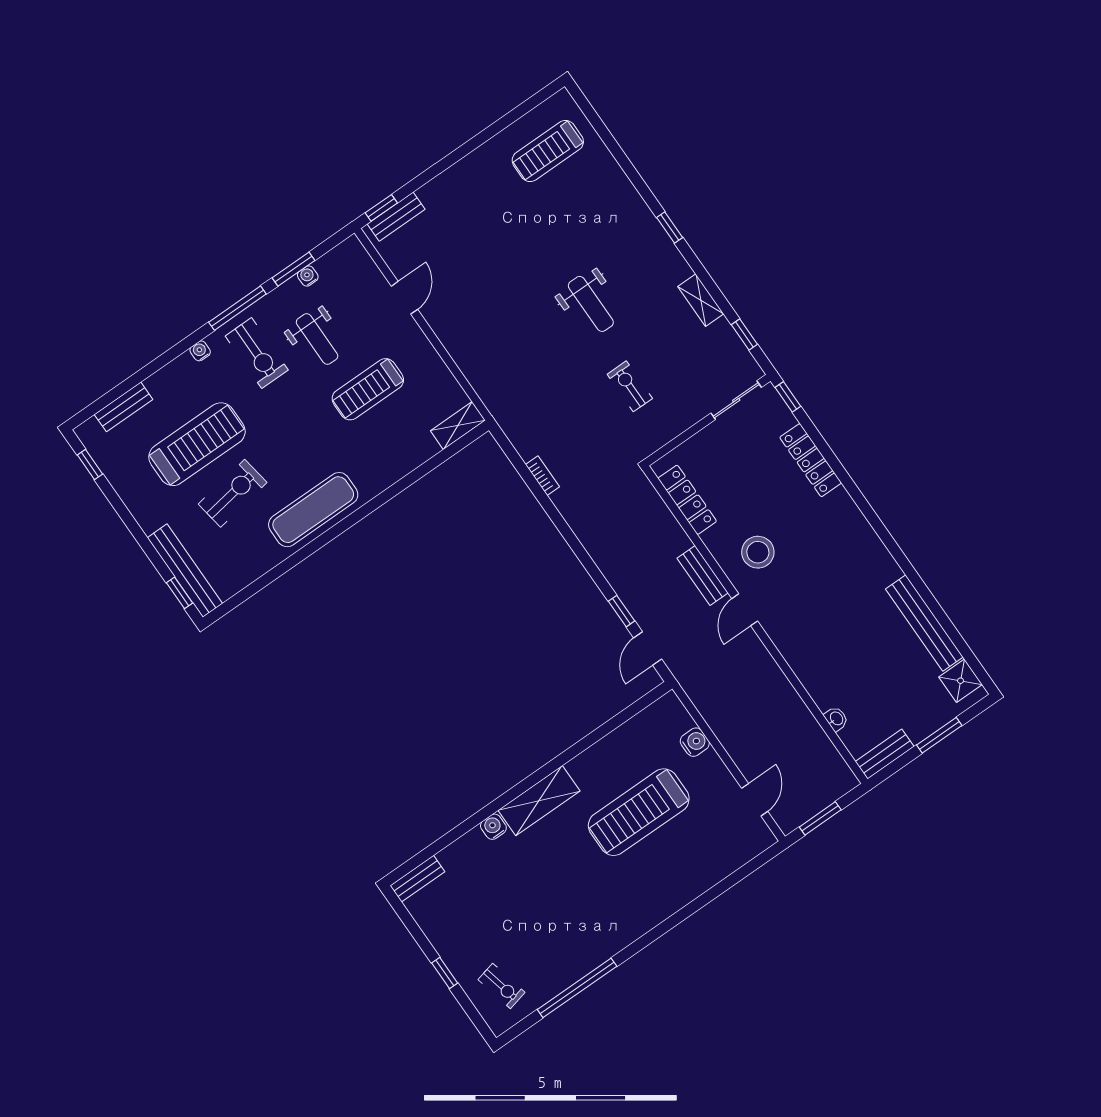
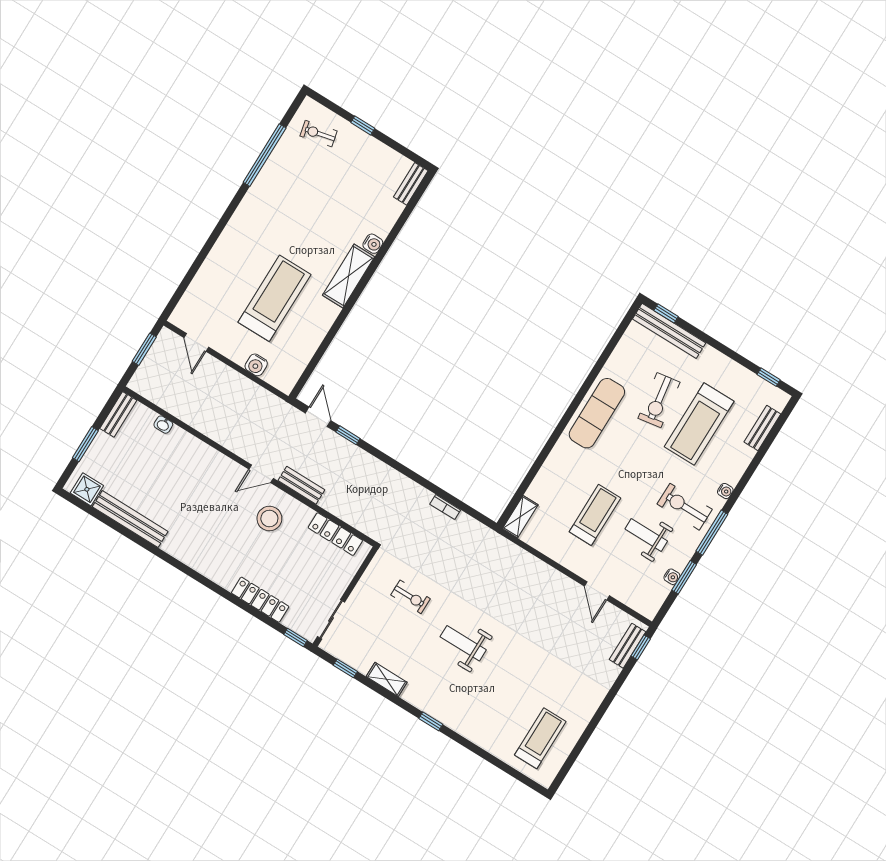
door: (745, 610) -> (261, 474), swing flipped

